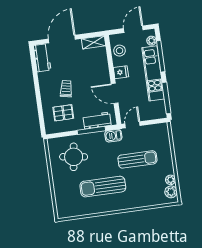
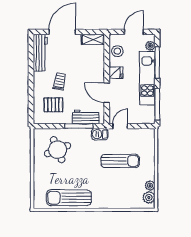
workbench: (42, 58) -> (40, 53), width x1.38
round table: (74, 157) -> (58, 150), turned -30
sun lounger: (103, 187) -> (69, 198), moved

